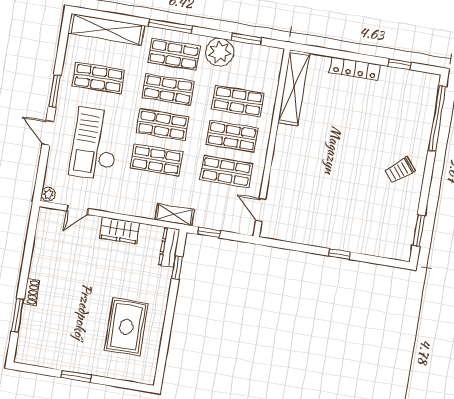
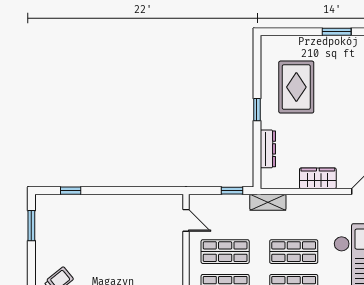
dresser: (169, 248) -> (268, 149), moved
window: (339, 254) -> (71, 191), moved
window: (177, 267) -> (257, 110), moved

